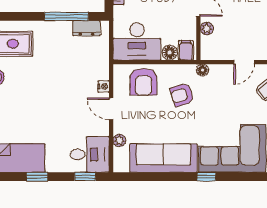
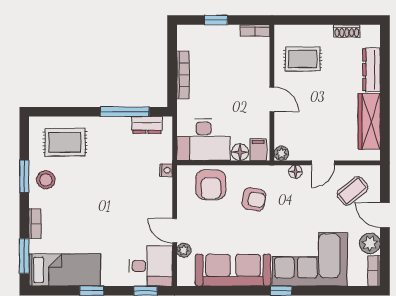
plant: (207, 29) -> (281, 153), moved
floor lamp: (202, 70) -> (295, 172), moved
nightstand: (104, 86) -> (166, 170), moved
armchair: (182, 95) -> (254, 199), turned -152
door: (111, 109) -> (175, 231), moved

